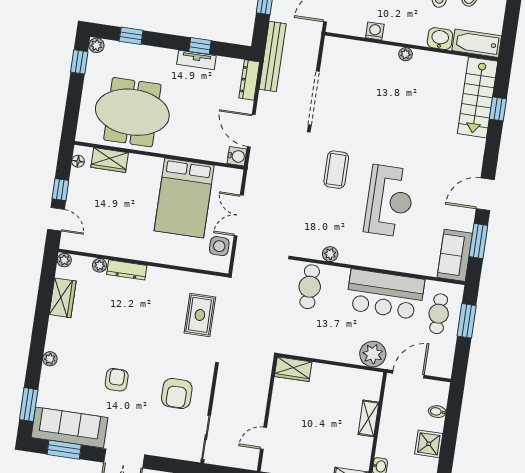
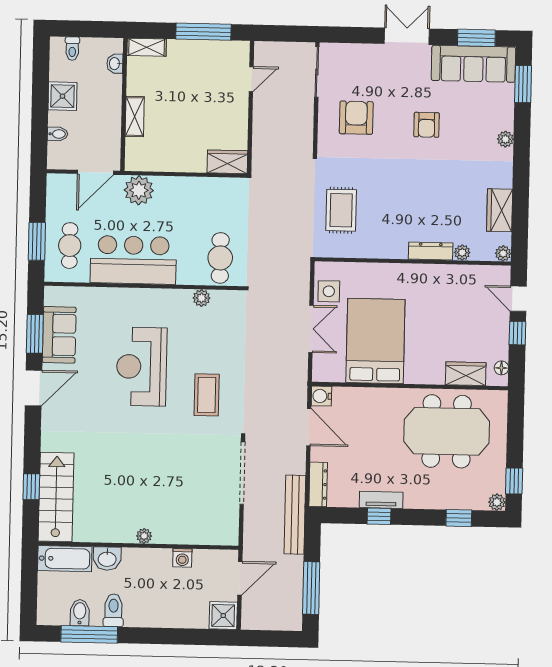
sofa: (455, 255) -> (59, 335), moved

